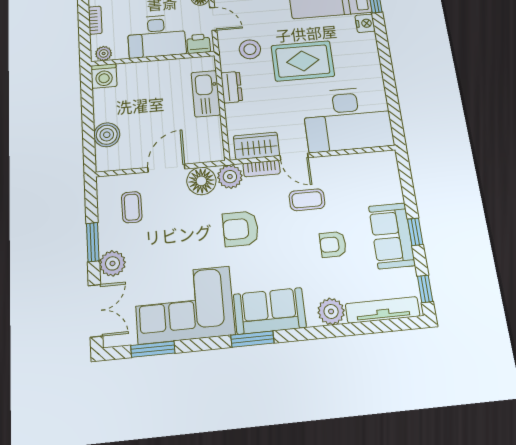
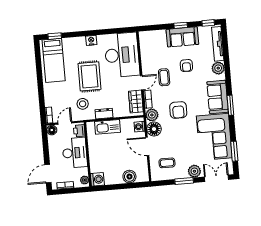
nightstand: (365, 23) -> (91, 40), moved
washing machine: (206, 153) -> (139, 127), added

